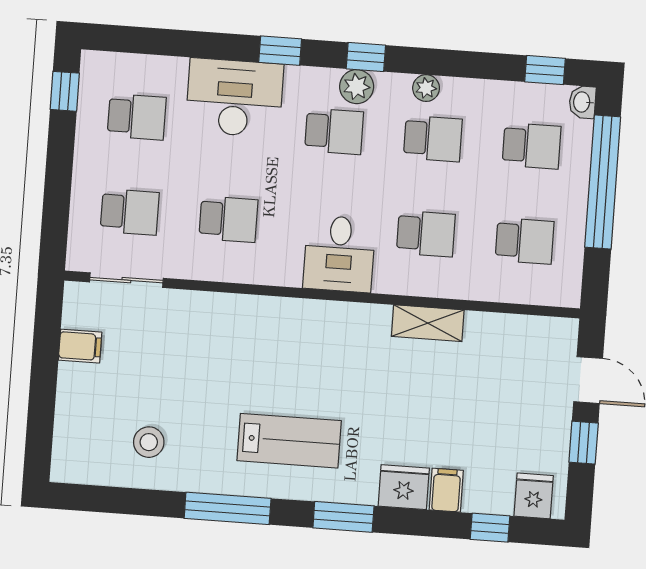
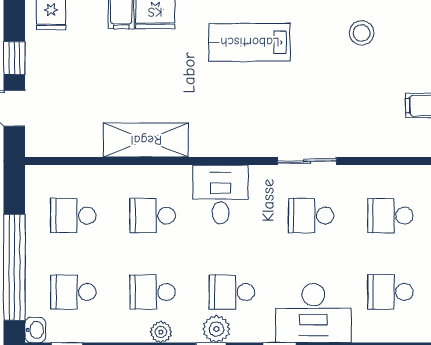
sliding door: (126, 280) -> (307, 161), moved
shelving: (428, 323) -> (146, 140), width x1.50, depth x1.33

